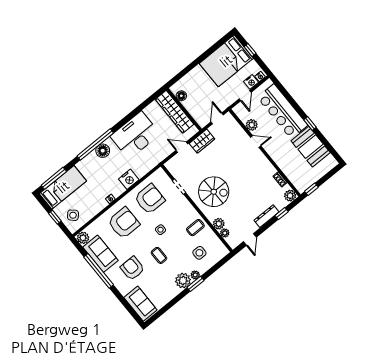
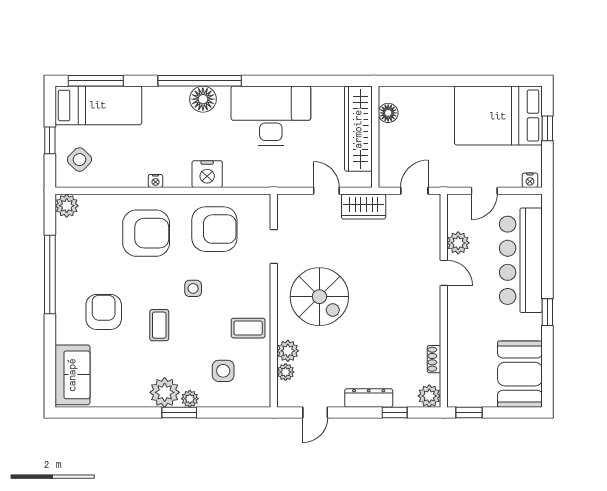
nightstand: (251, 82) -> (510, 178), removed
booth: (311, 147) -> (520, 374), moved
sofa: (100, 254) -> (74, 251), removed

